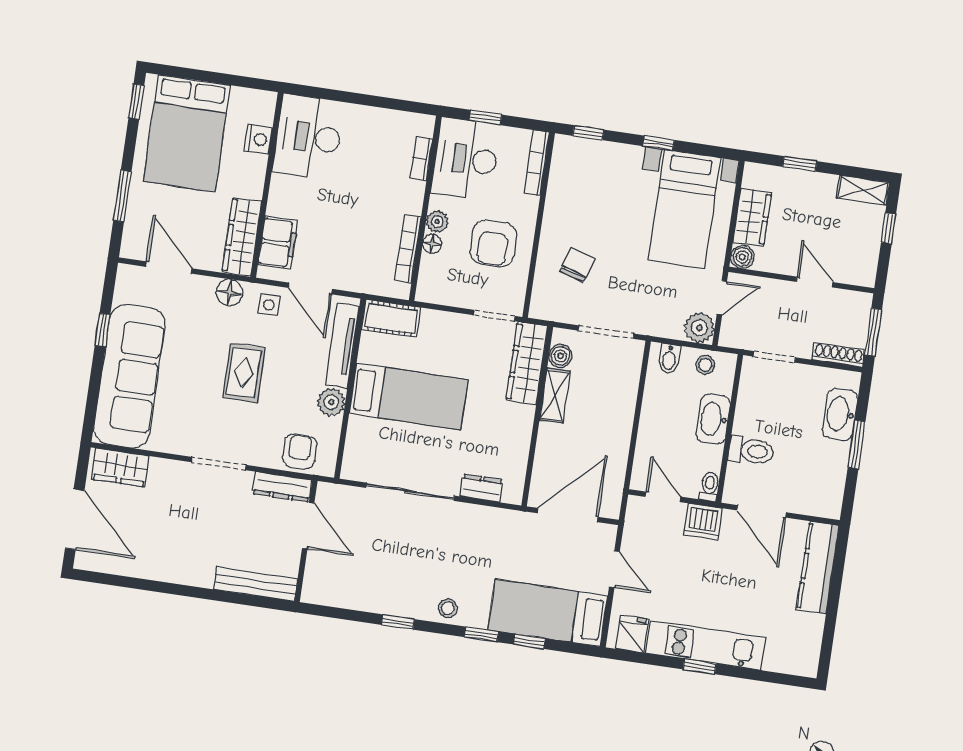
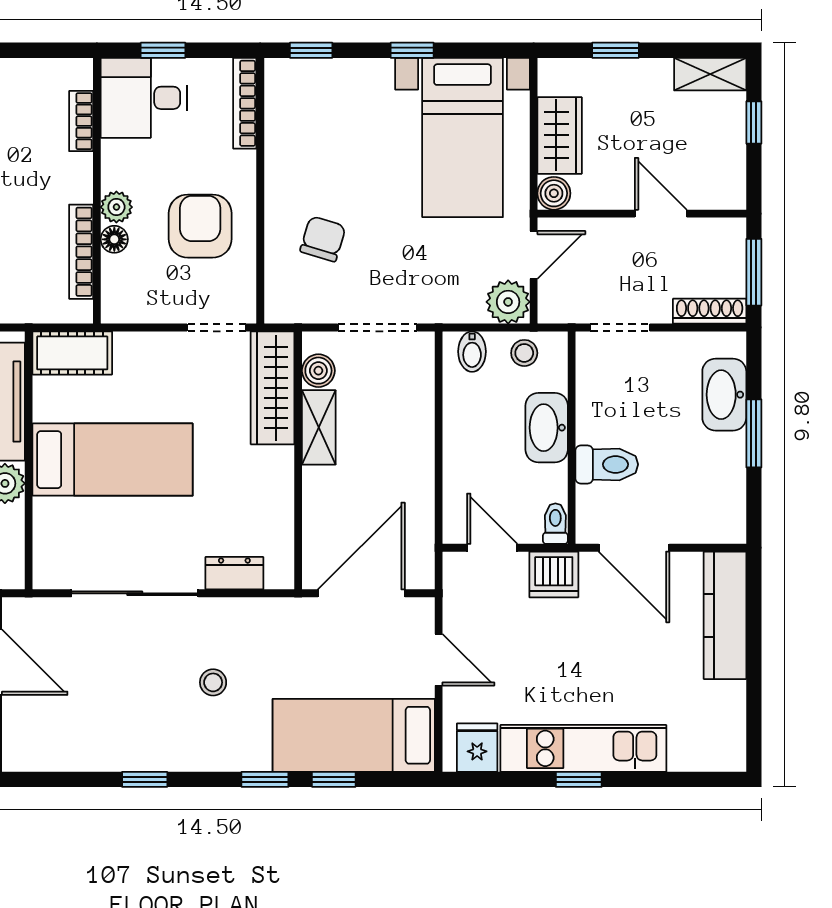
desk: (466, 159) -> (144, 98), width x0.73
armchair: (493, 243) -> (200, 226), turned 180
stool: (448, 608) -> (213, 682), moved

